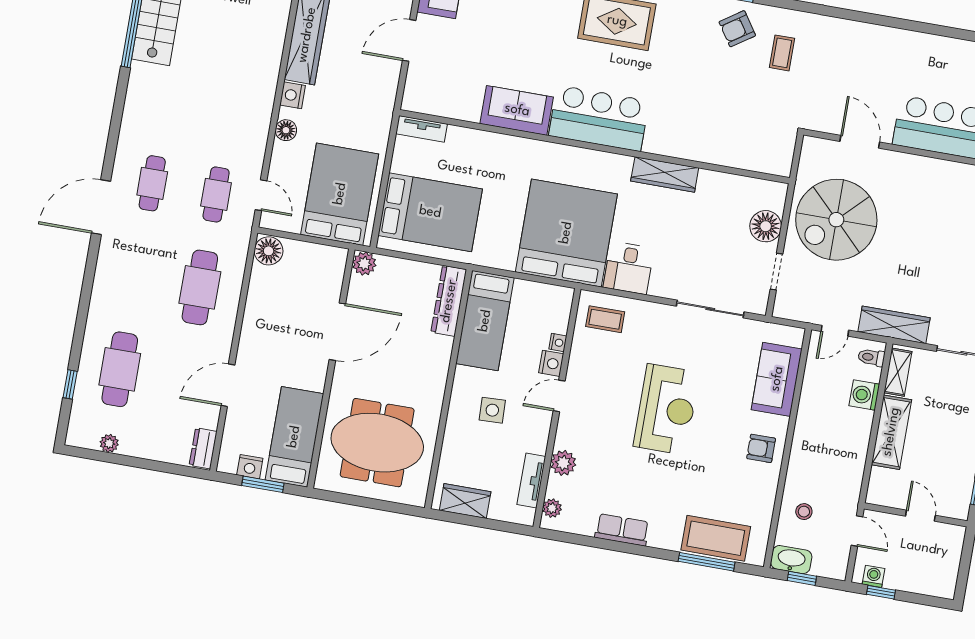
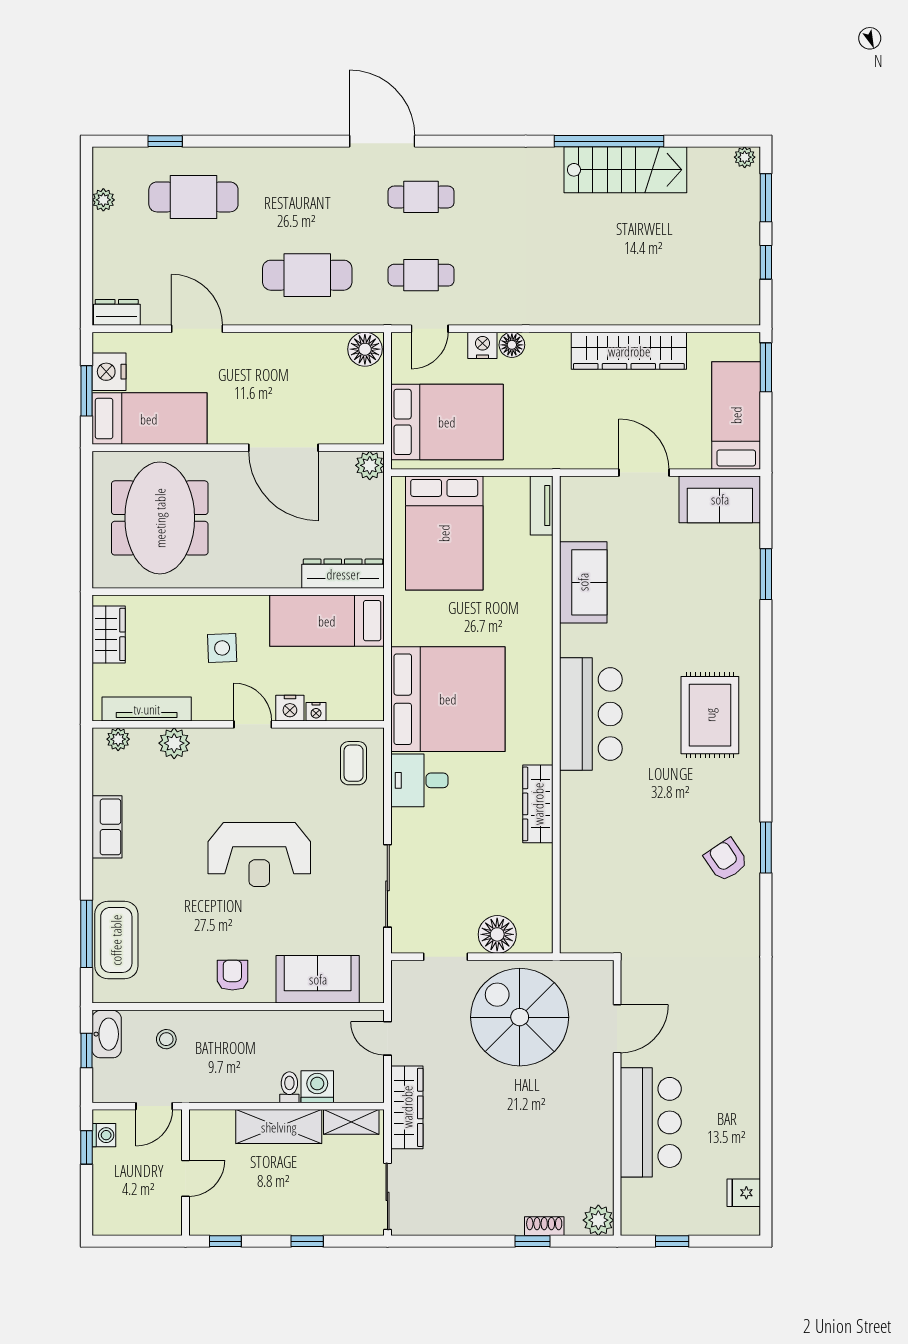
coffee table: (782, 53) -> (706, 918), removed
nightstand: (292, 95) -> (482, 345), moved
sofa: (517, 110) -> (583, 582), moved
toilet: (871, 357) -> (289, 1087), moved
nightstand: (250, 467) -> (109, 372), width x1.36, depth x1.33
tv unit: (531, 481) -> (147, 709), width x1.41

